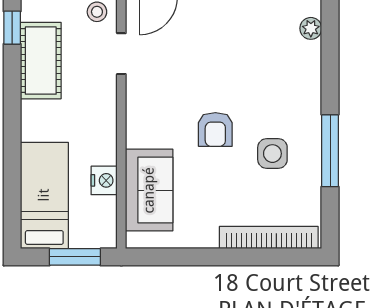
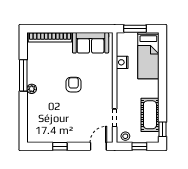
plant: (311, 28) -> (32, 89), moved
side table: (272, 154) -> (48, 74), removed
sofa: (149, 190) -> (91, 43), moved, turned -90

